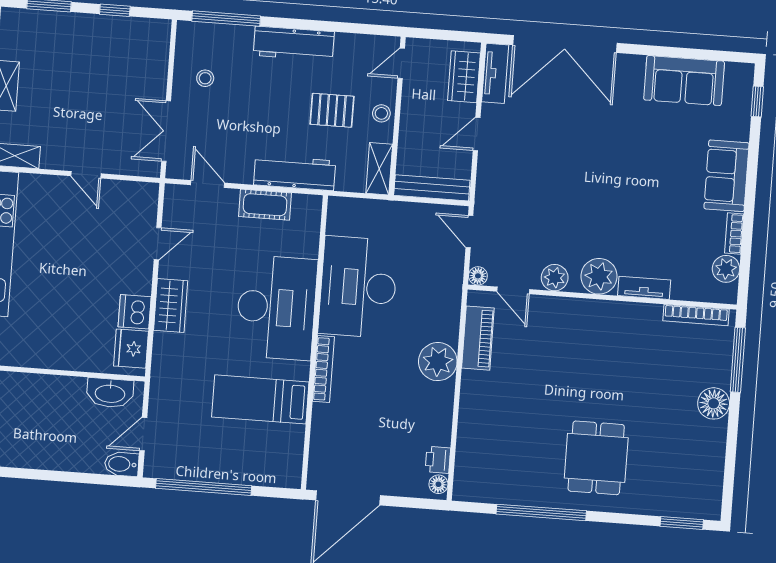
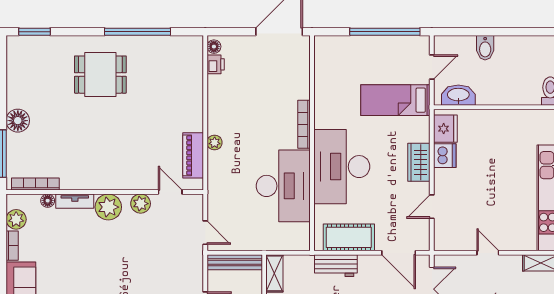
workbench: (295, 173) -> (336, 266), width x0.73
door: (208, 184) -> (399, 253), width x1.38
cot: (265, 205) -> (349, 237), width x1.37, depth x1.34
floor lamp: (478, 276) -> (48, 201), moved
plant: (438, 362) -> (215, 143), width x0.53, depth x0.53
bed: (260, 399) -> (395, 100), moved, turned 180
dining table: (596, 458) -> (100, 75), turned 90
bidet: (122, 464) -> (485, 48), moved, turned 90

